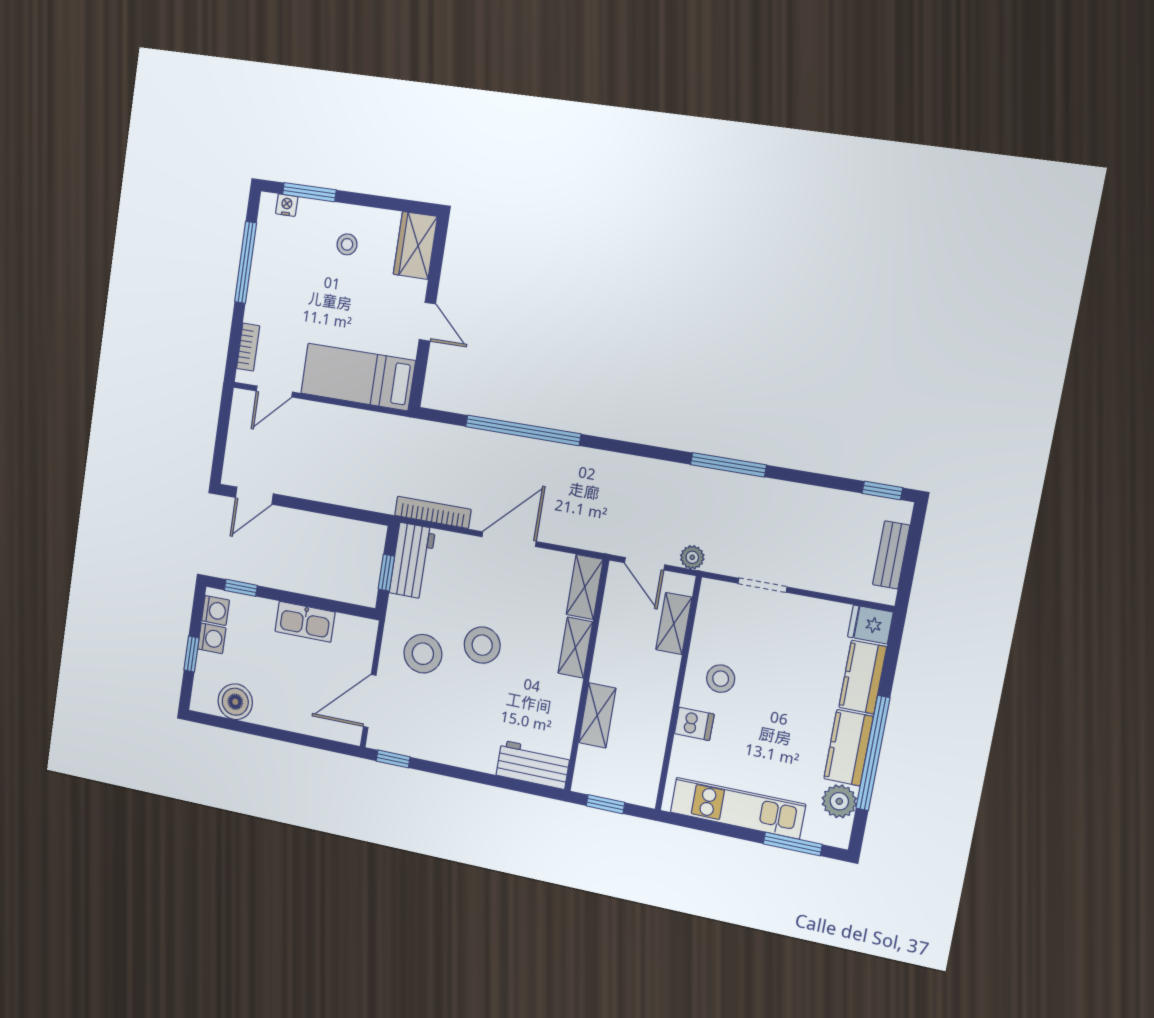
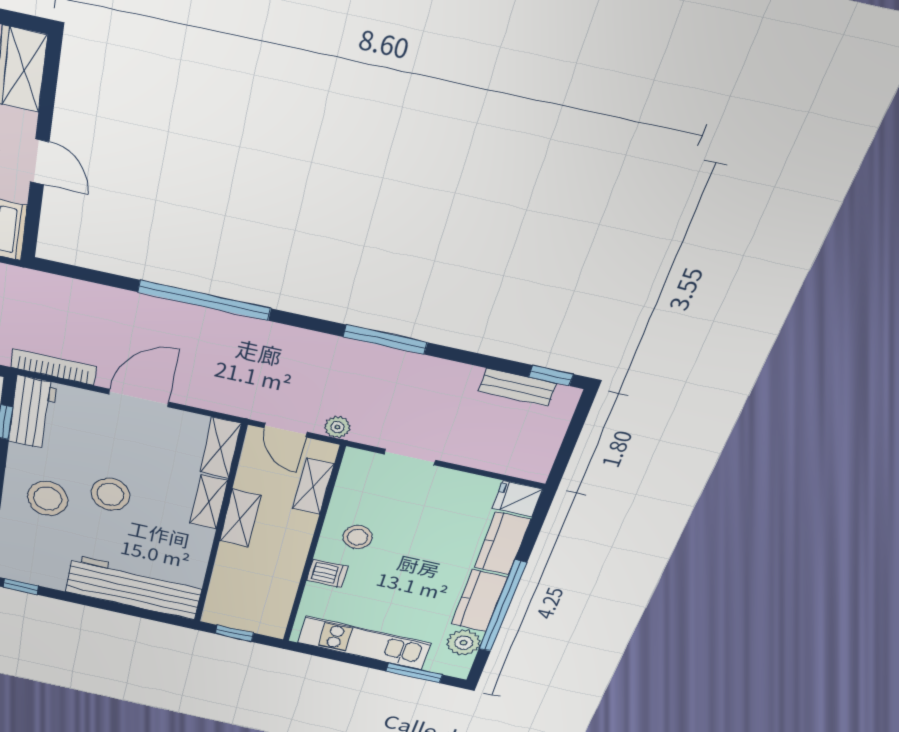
window: (523, 430) -> (204, 300), moved
bench: (891, 555) -> (517, 387), moved, turned 90
shelving: (597, 715) -> (240, 518), moved
workbench: (533, 765) -> (134, 587), width x1.88, depth x1.32

